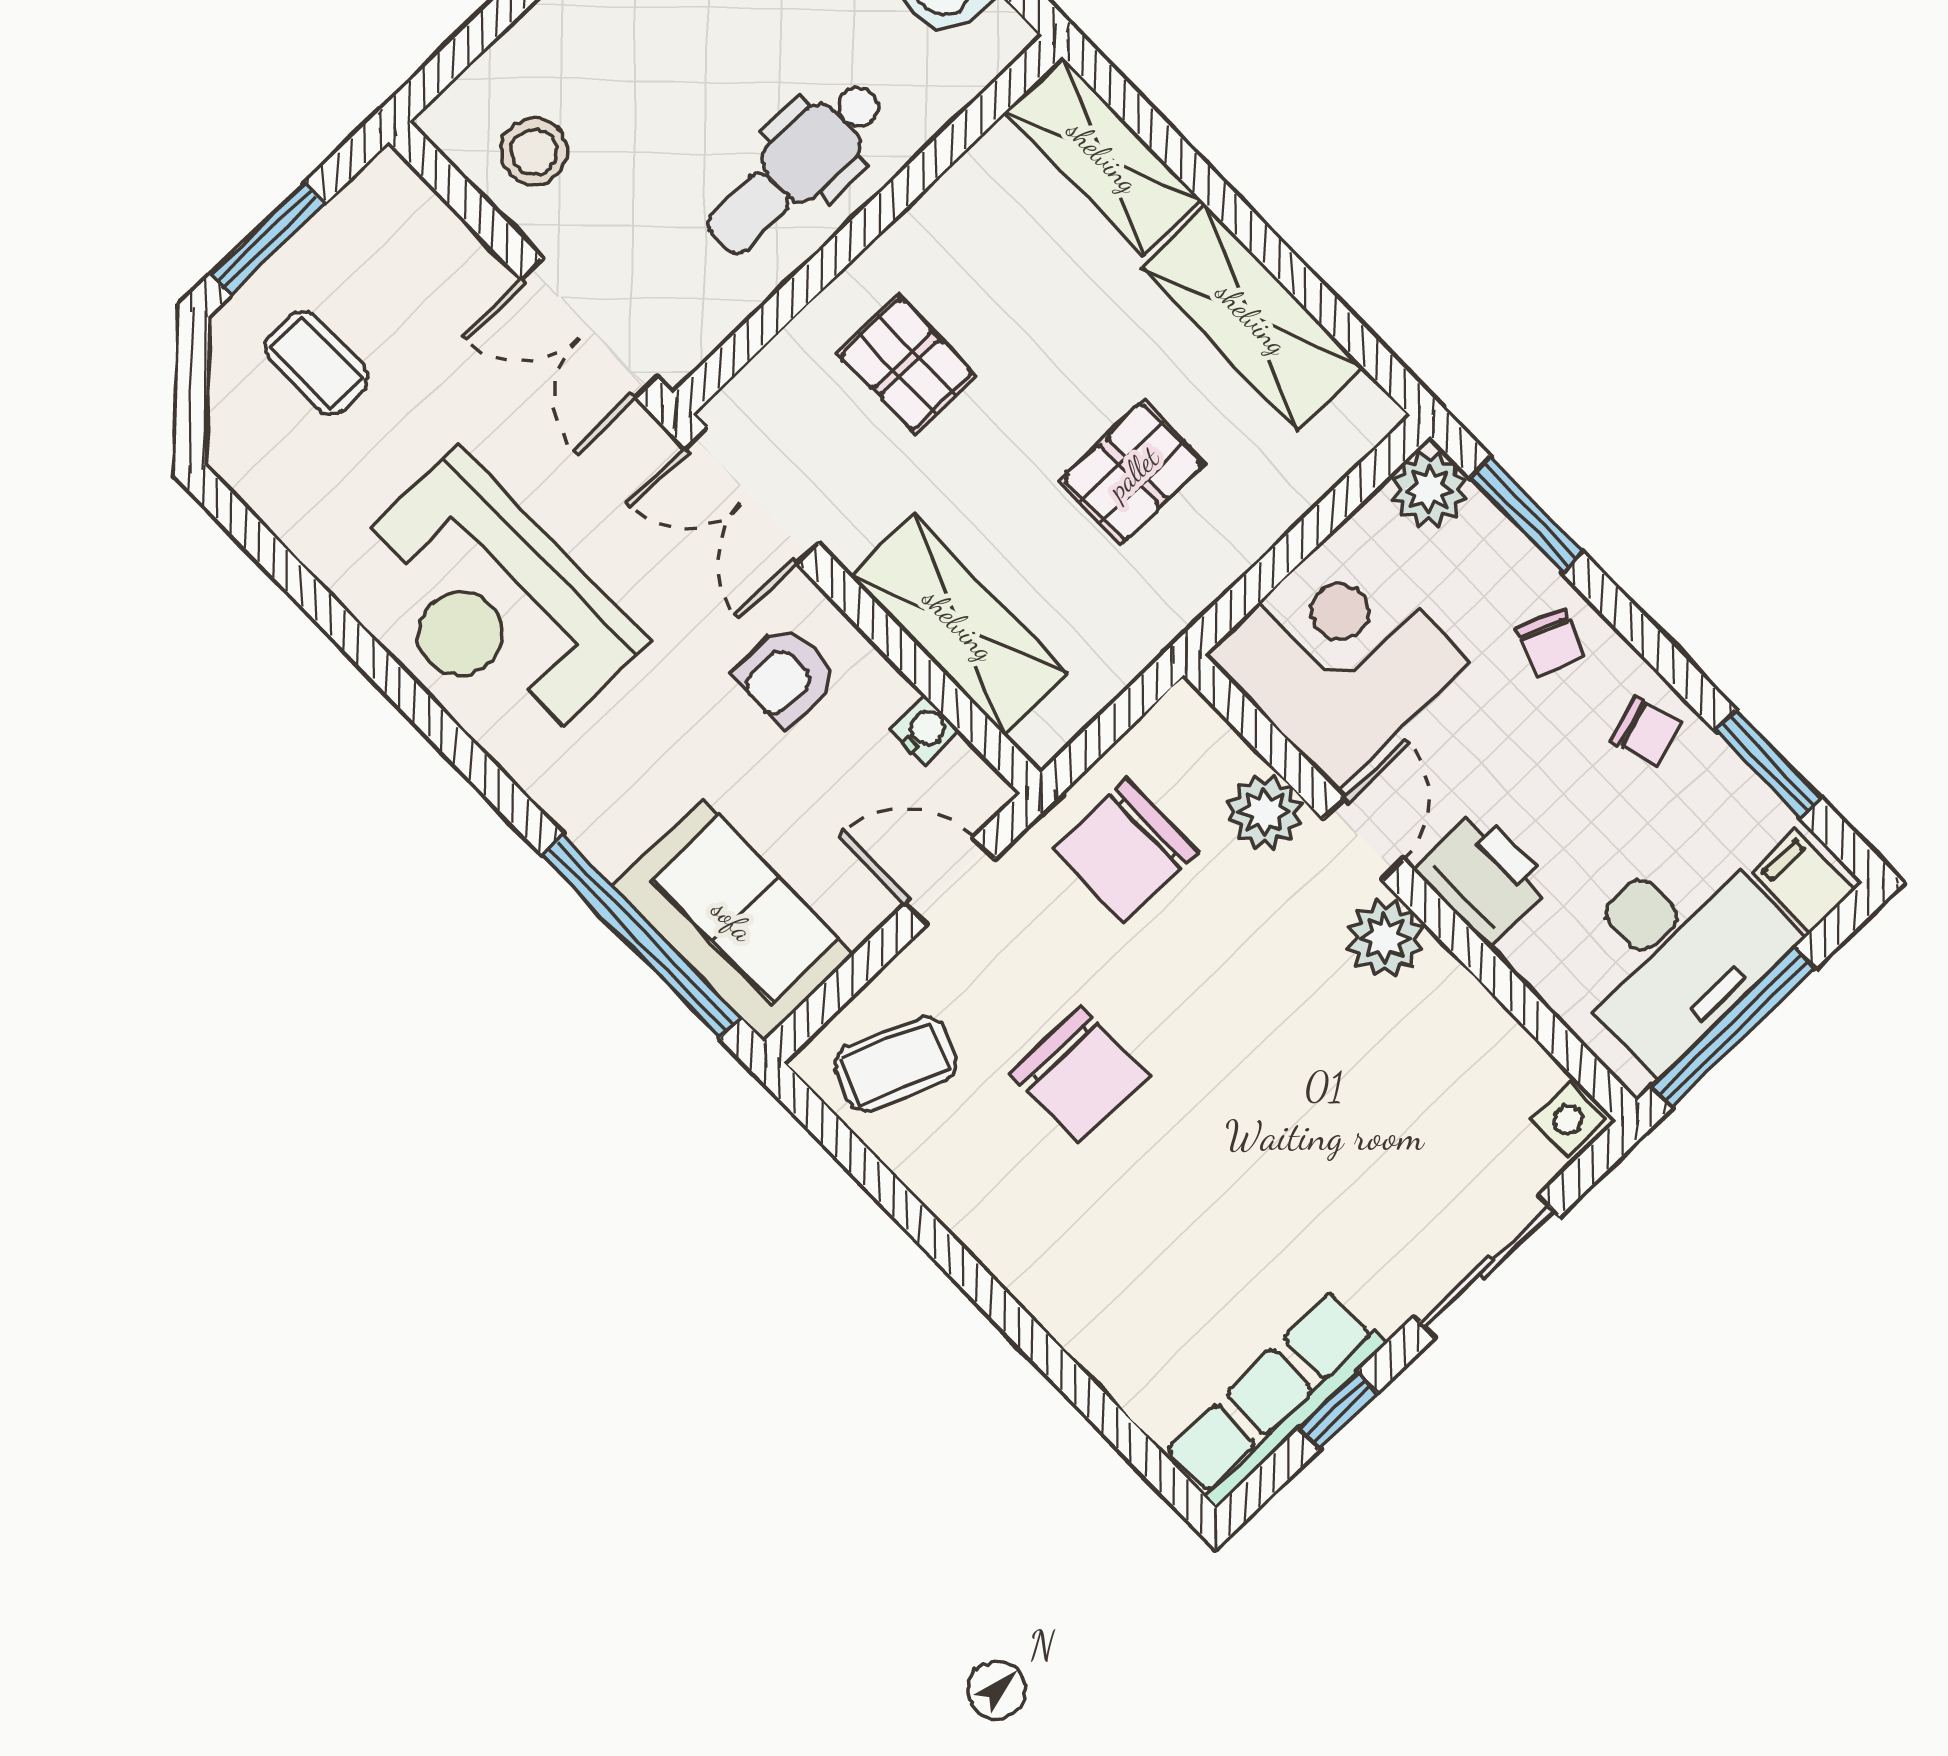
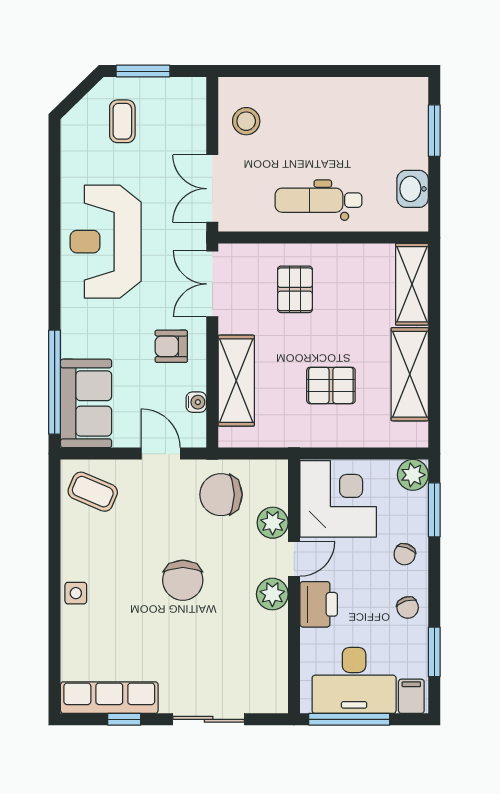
chair: (1080, 1074) -> (183, 580), moved
side table: (1568, 1120) -> (76, 593), moved

